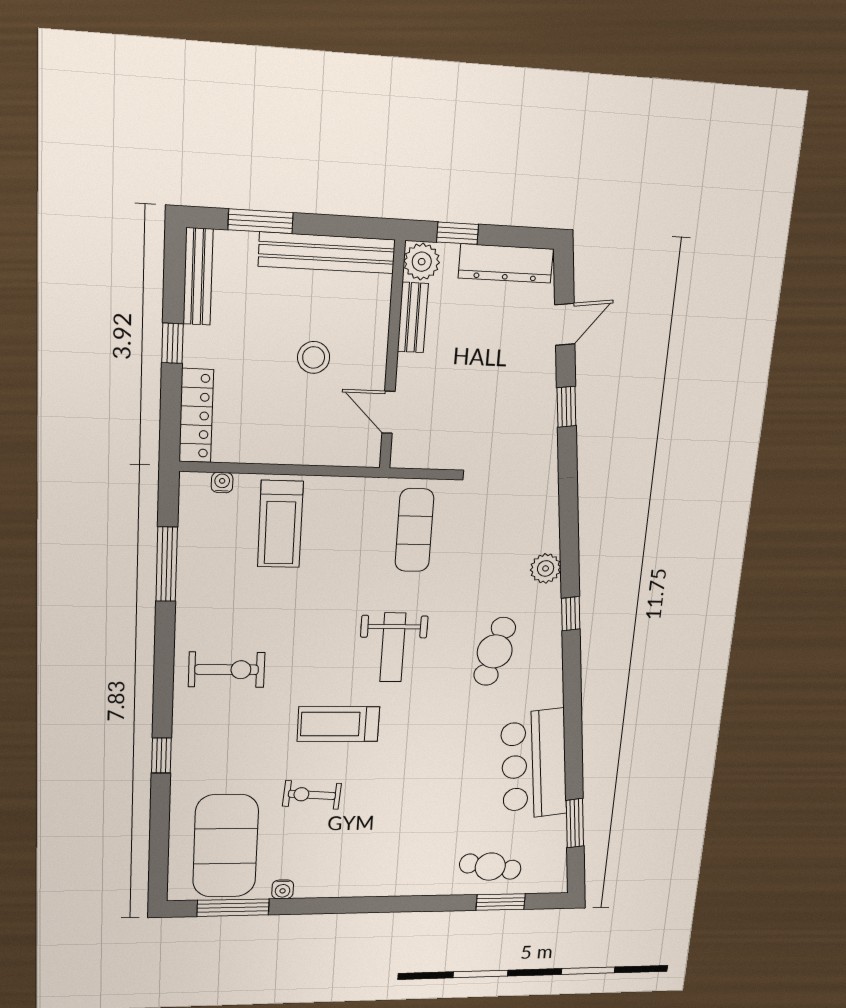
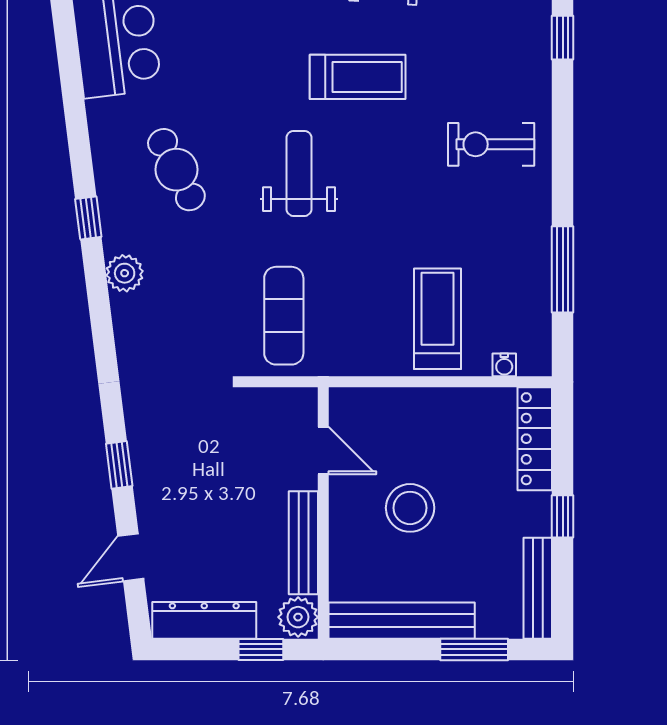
bench: (413, 318) -> (303, 543), width x1.36
stool: (314, 357) -> (410, 508), width x1.38, depth x1.38
cafe table: (495, 651) -> (176, 170), turned -42

